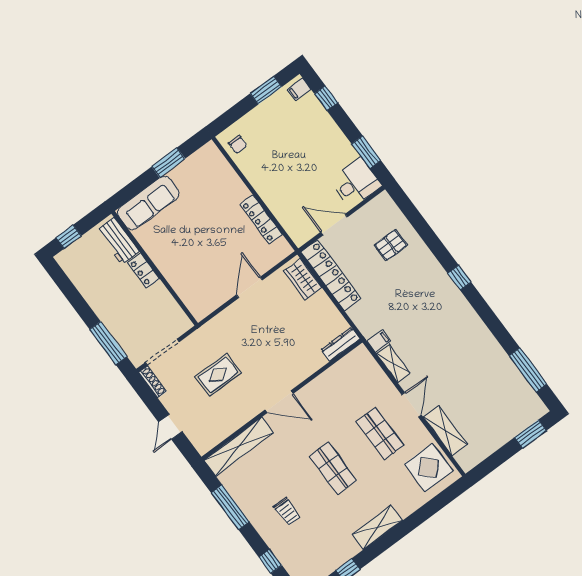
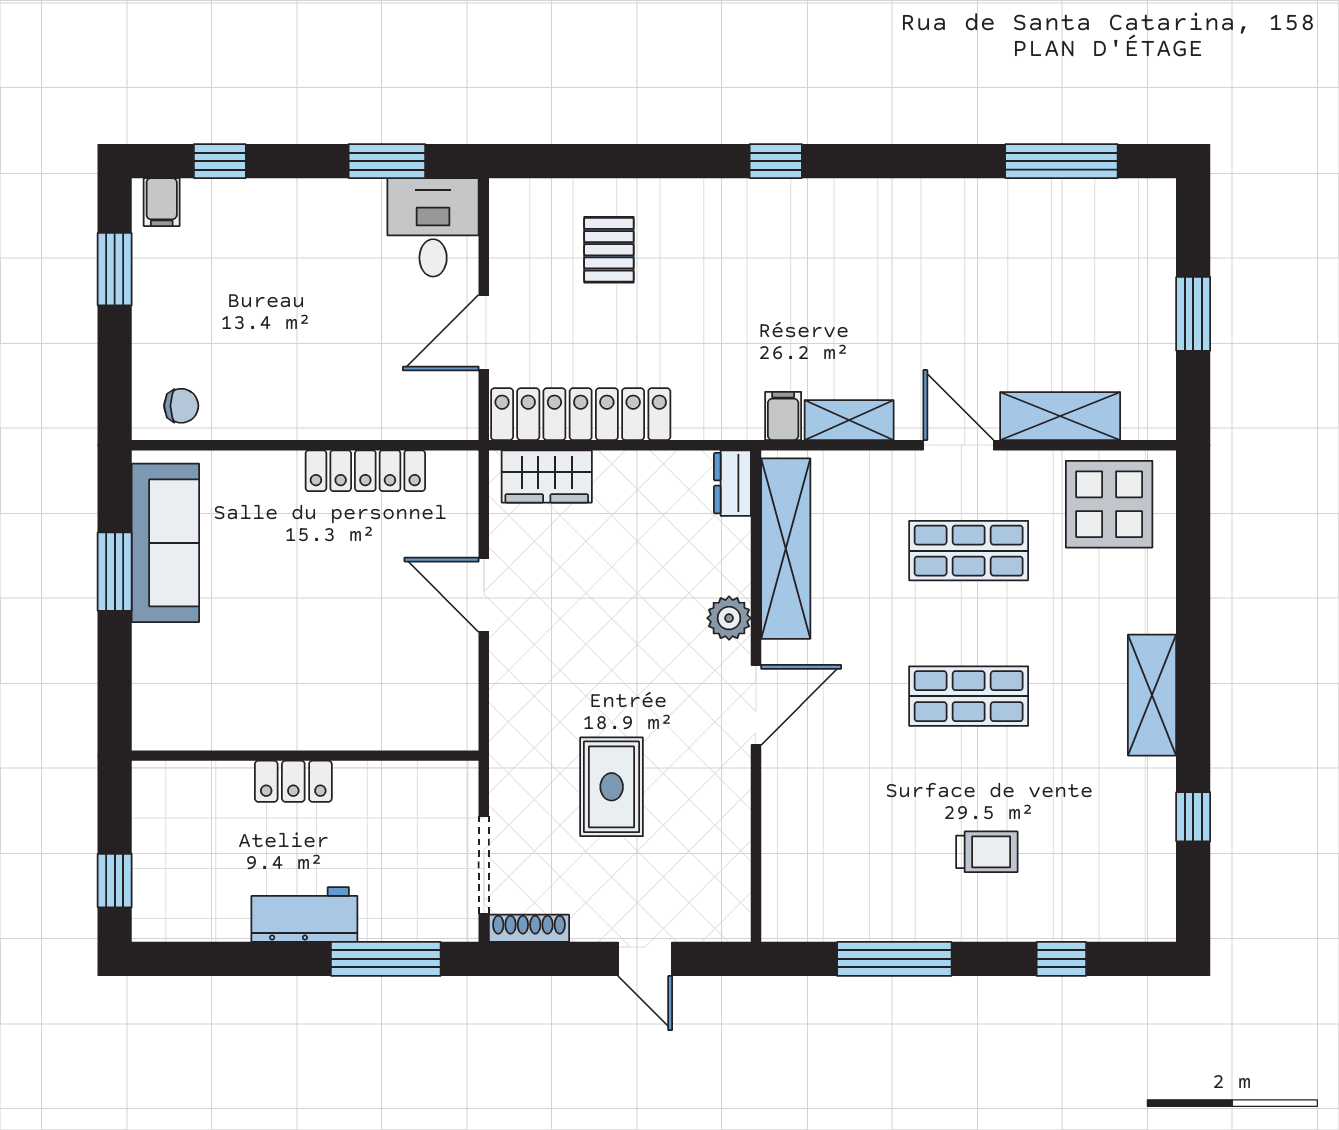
sofa: (148, 203) -> (165, 543), moved
workbench: (118, 241) -> (304, 915), moved, turned 180
dresser: (340, 344) -> (732, 483), width x0.70
plant: (301, 372) -> (729, 618), added
window: (530, 434) -> (1193, 314), moved
shelving: (239, 447) -> (786, 549), moved

